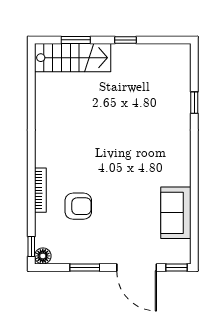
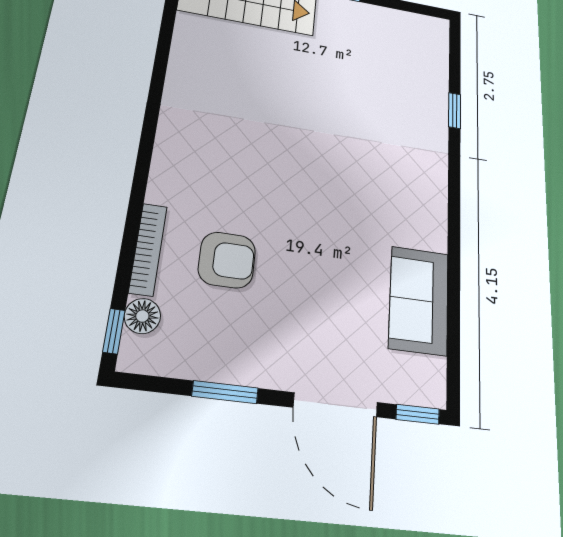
bookcase: (40, 190) -> (148, 249), moved
floor lamp: (43, 256) -> (142, 316), moved

